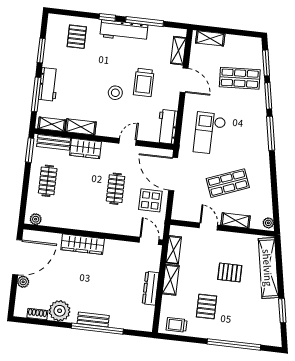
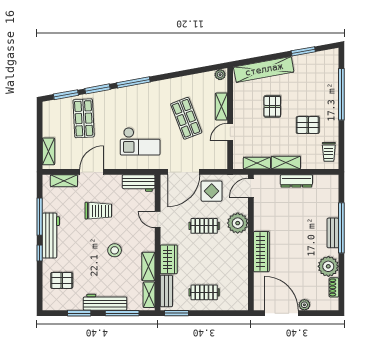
workbench: (49, 84) -> (105, 302), width x1.38
stool: (115, 93) -> (115, 250), moved
plant: (36, 219) -> (238, 223), moved, width x1.88, depth x1.88

